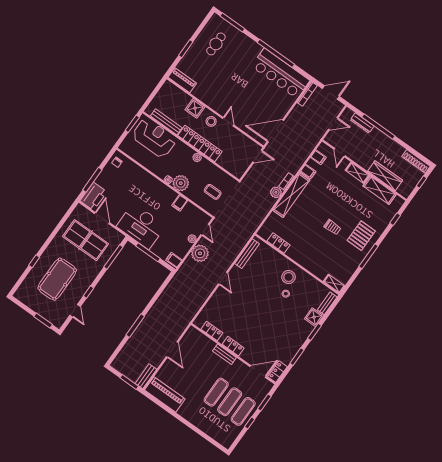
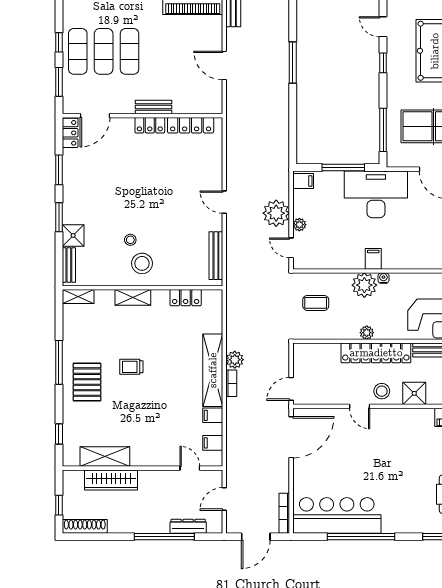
shelving: (357, 173) -> (133, 297), moved
filing cabinet: (180, 203) -> (373, 259), moved
locker: (212, 331) -> (191, 125), width x1.53

